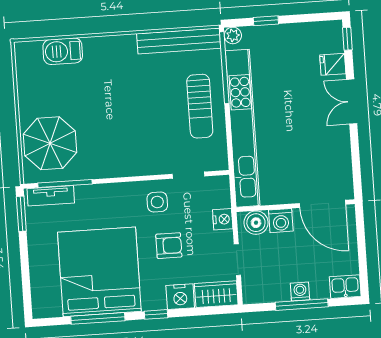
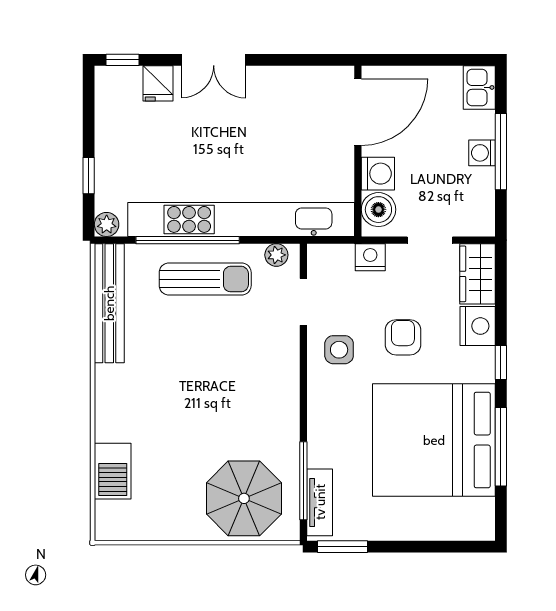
window: (224, 68) -> (188, 240), moved
plant: (220, 154) -> (276, 255), added

